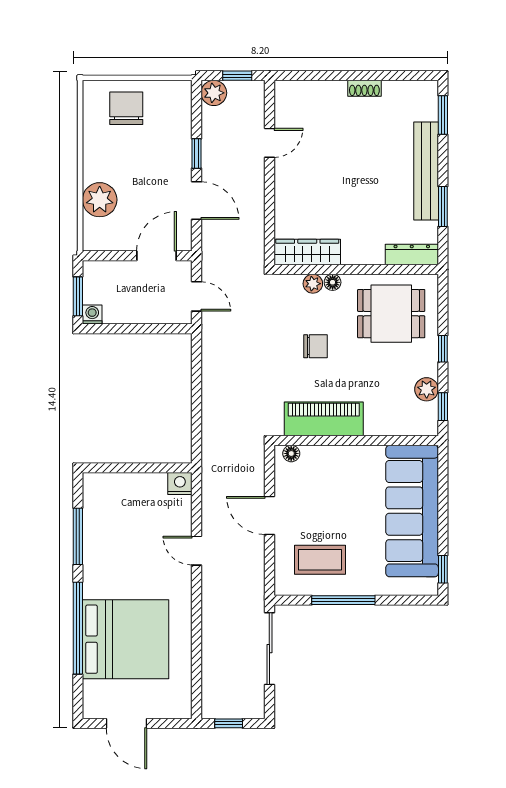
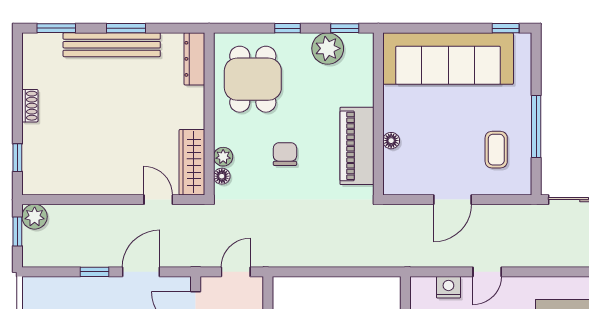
window: (312, 76) -> (17, 158), added
plant: (214, 93) -> (35, 217), moved
door: (269, 143) -> (158, 200), moved
window: (443, 207) -> (126, 28), moved
floor lamp: (333, 282) -> (222, 176), moved
plant: (427, 389) -> (328, 48), width x1.36, depth x1.36
floor lamp: (291, 453) -> (391, 141), moved
nightstand: (180, 484) -> (448, 287), moved, turned 90
coffee table: (320, 560) -> (496, 150), width x0.73, depth x0.77

